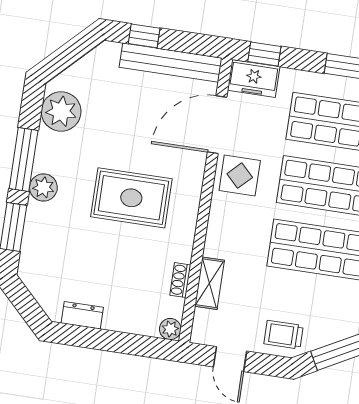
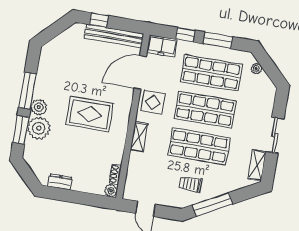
window: (264, 54) -> (185, 35), moved
plant: (61, 111) -> (39, 128), moved
shoe rack: (180, 280) -> (115, 174), moved
shelving: (210, 283) -> (139, 137), moved
trolley: (284, 335) -> (190, 184), moved

